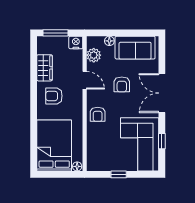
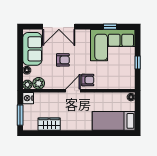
plant: (92, 42) -> (27, 85), added
door: (85, 80) -> (73, 91), moved
double door: (162, 93) -> (59, 27), moved
armchair: (54, 96) -> (72, 116), removed
bed: (54, 145) -> (114, 121), width x0.67

